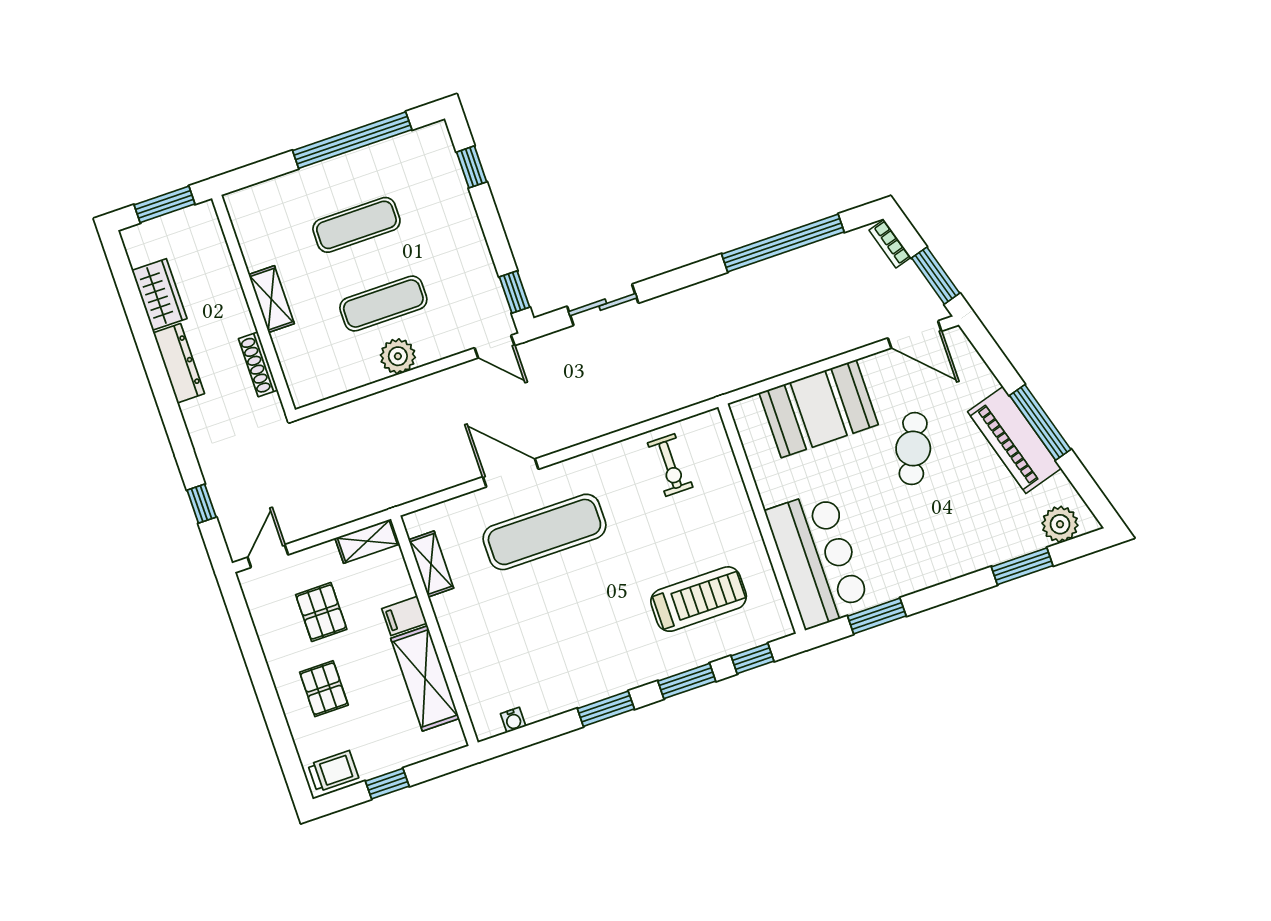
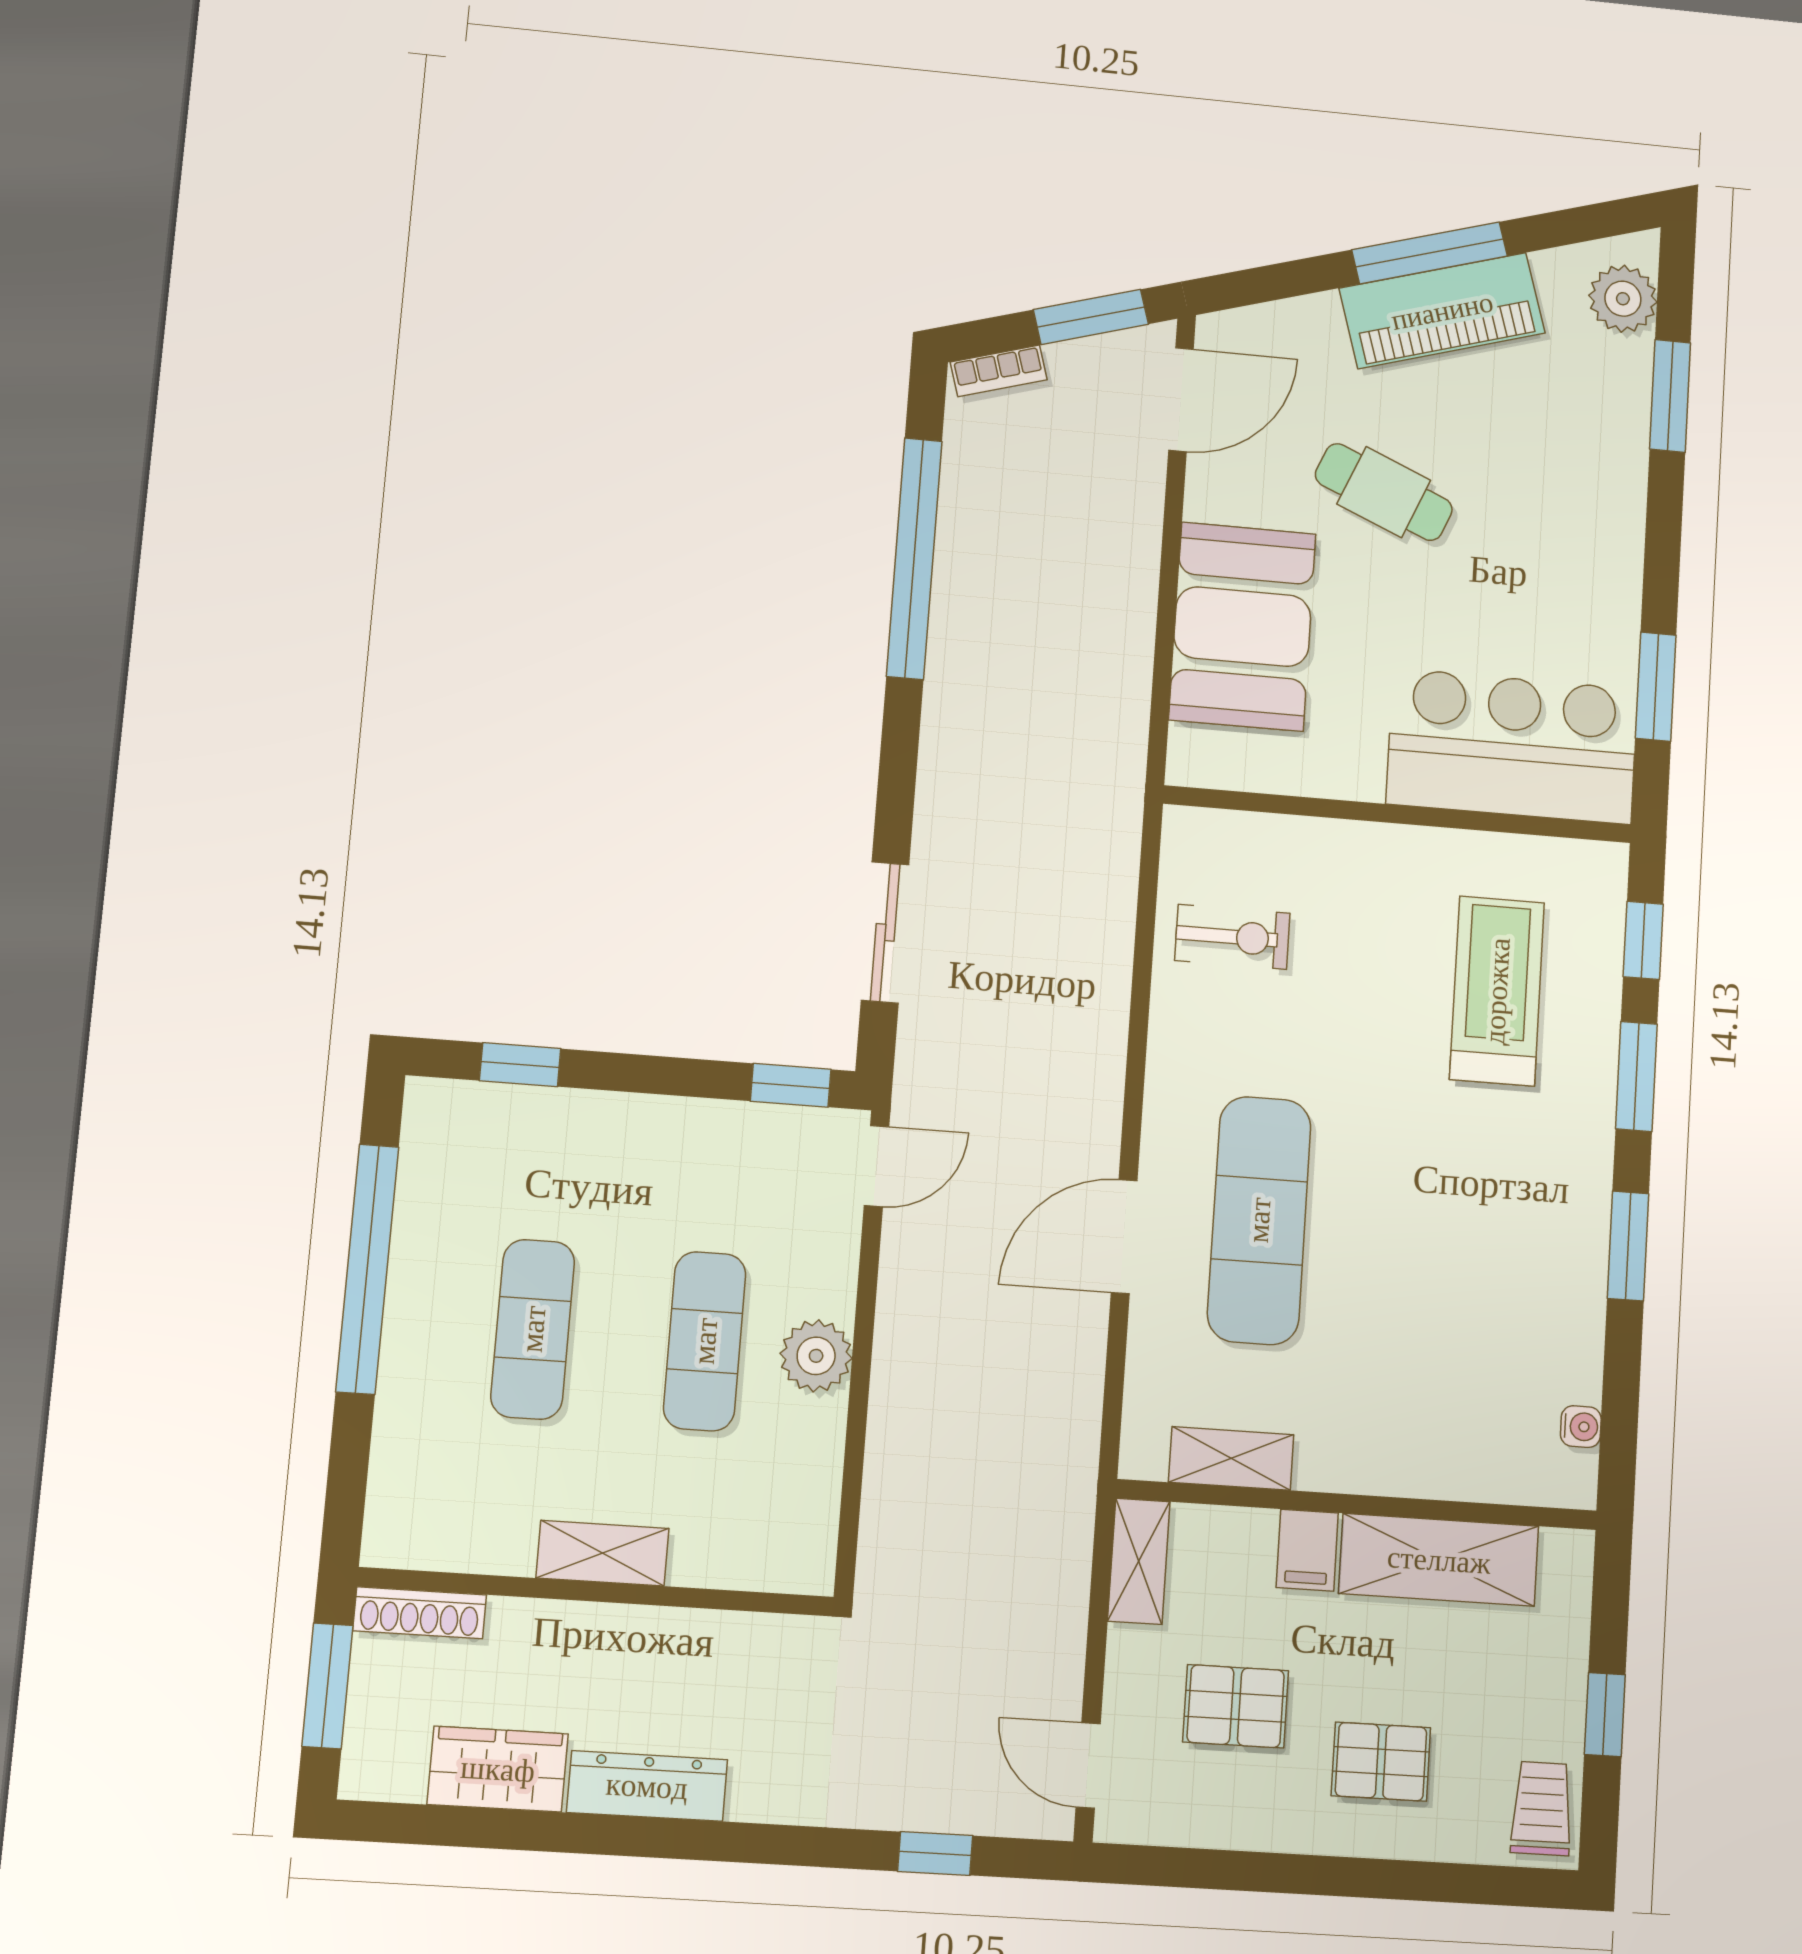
shoe rack: (258, 364) -> (420, 1613), moved

